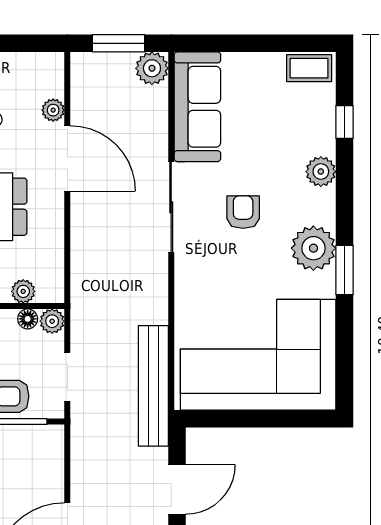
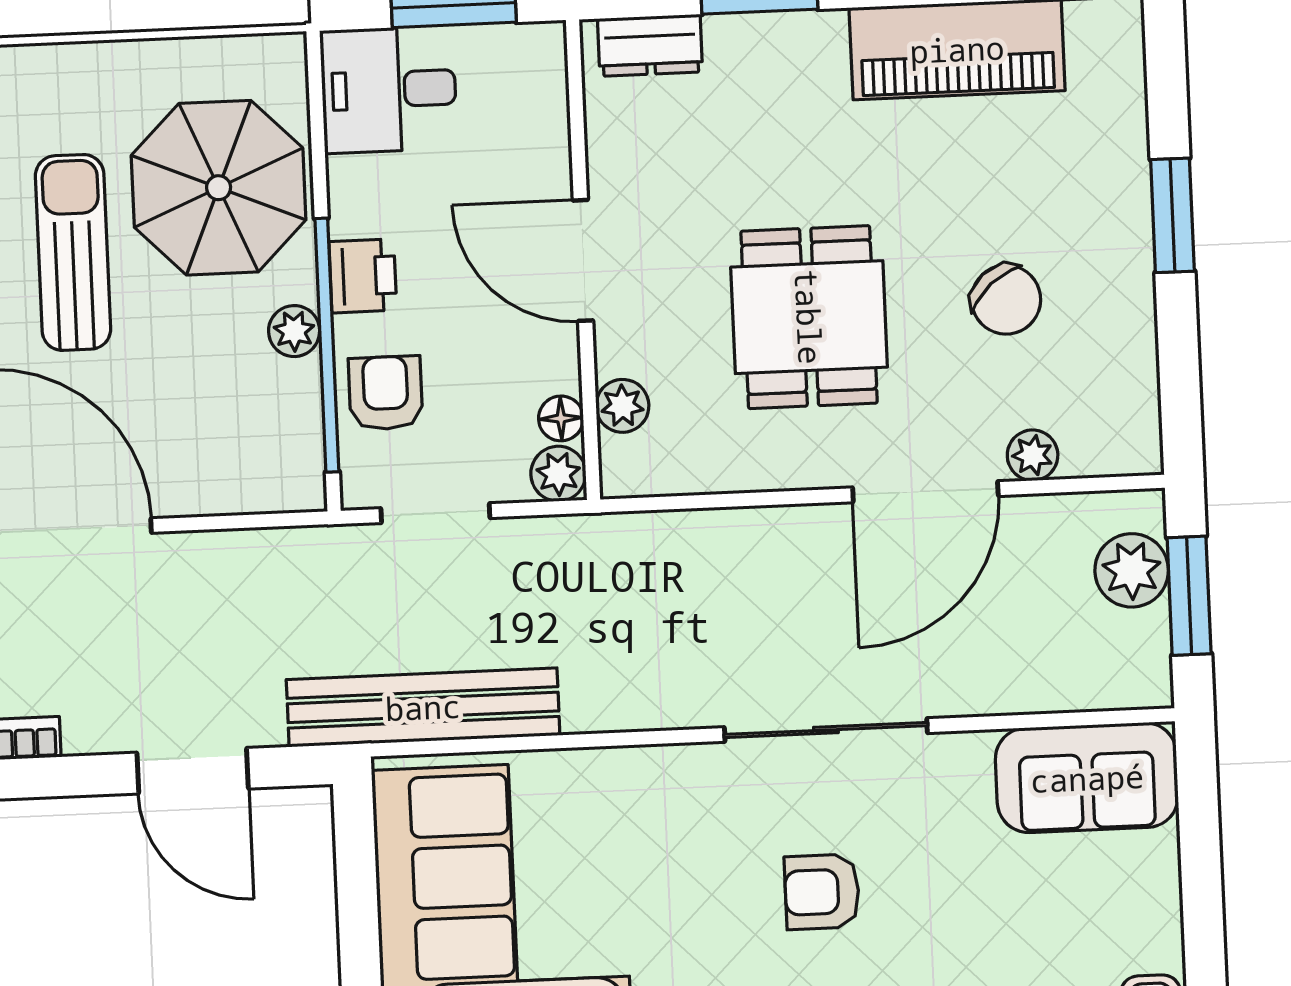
plant: (152, 68) -> (1132, 570), moved
sofa: (197, 107) -> (1087, 778), width x0.73
armchair: (243, 212) -> (822, 892), turned 180

